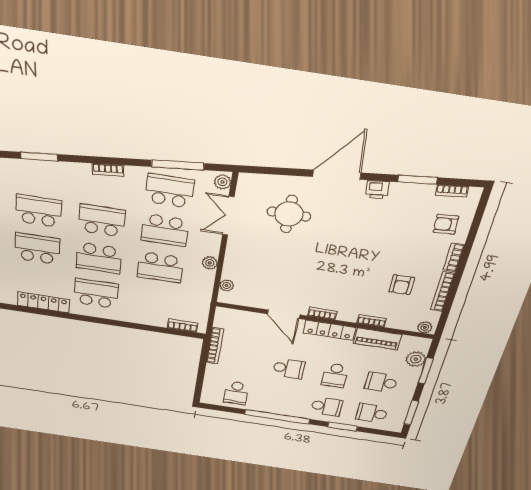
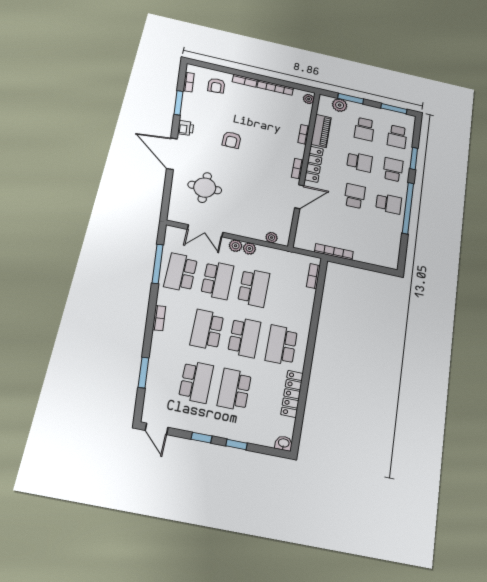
plant: (222, 182) -> (236, 246), moved
school desk: (39, 211) -> (196, 382), turned 180
armchair: (402, 285) -> (232, 140), moved, turned 90
school desk: (236, 393) -> (389, 204), moved

